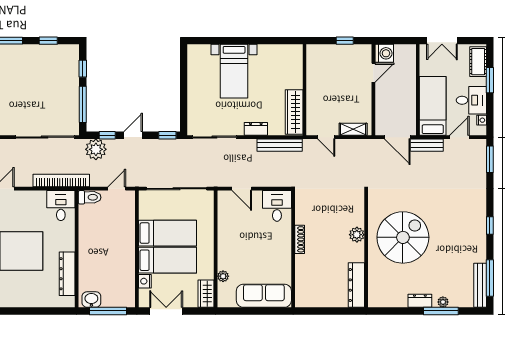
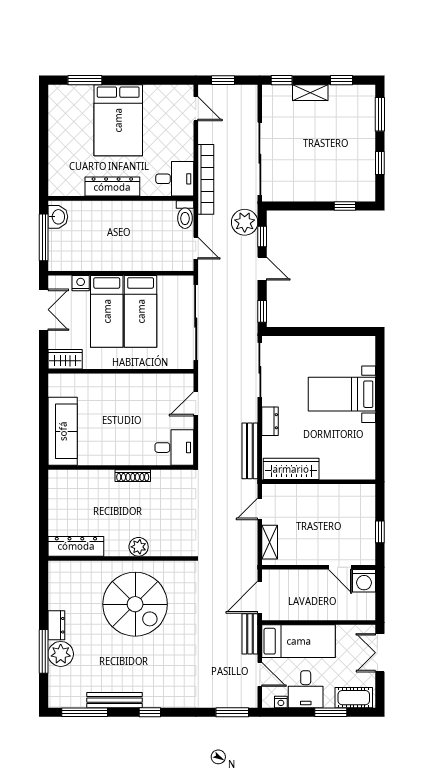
window: (83, 104) -> (300, 206), removed
dresser: (67, 274) -> (112, 187), moved
plant: (223, 276) -> (87, 381), removed
bench: (480, 285) -> (115, 700), moved
plant: (443, 302) -> (61, 654), width x1.88, depth x1.88

